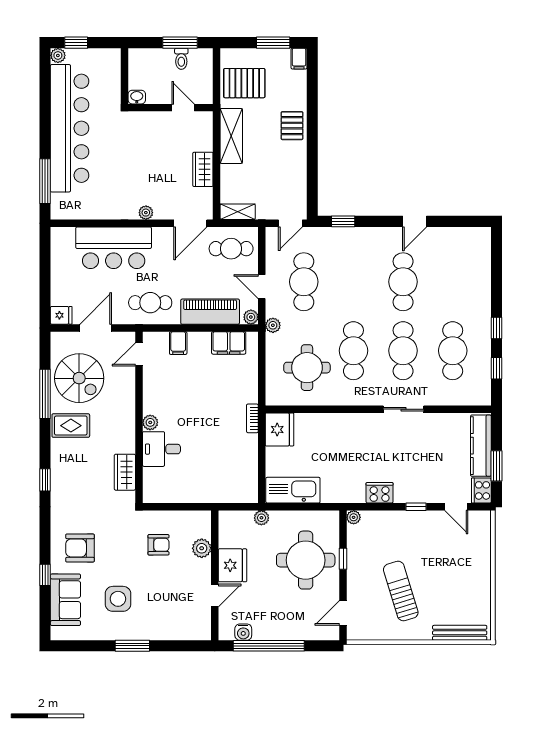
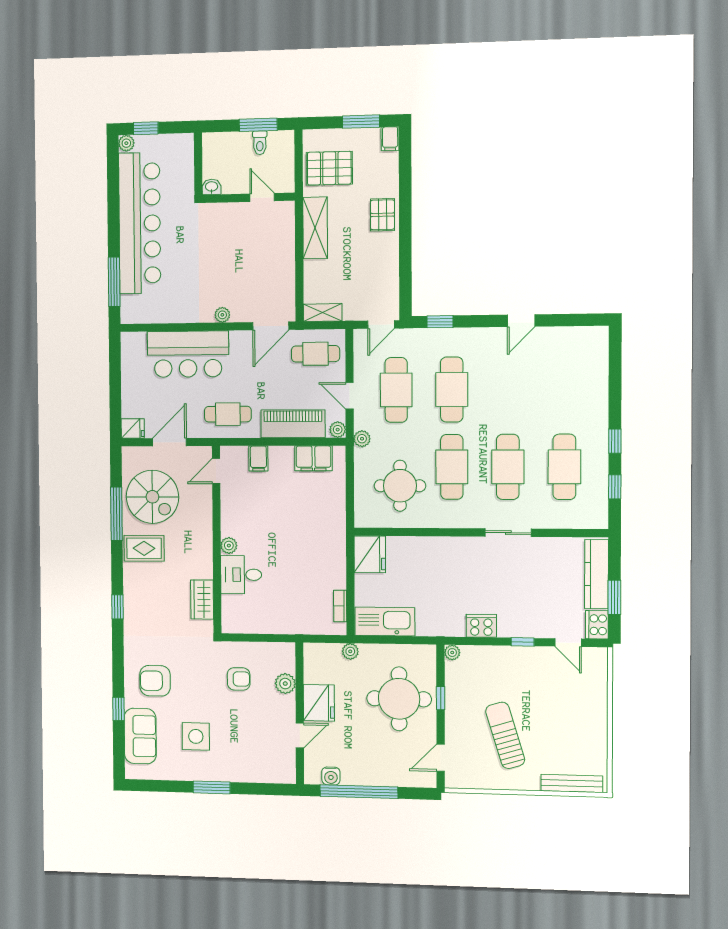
wardrobe: (203, 169) -> (284, 266), removed
cafe table: (403, 282) -> (452, 390), moved
bookcase: (252, 418) -> (340, 606), moved

